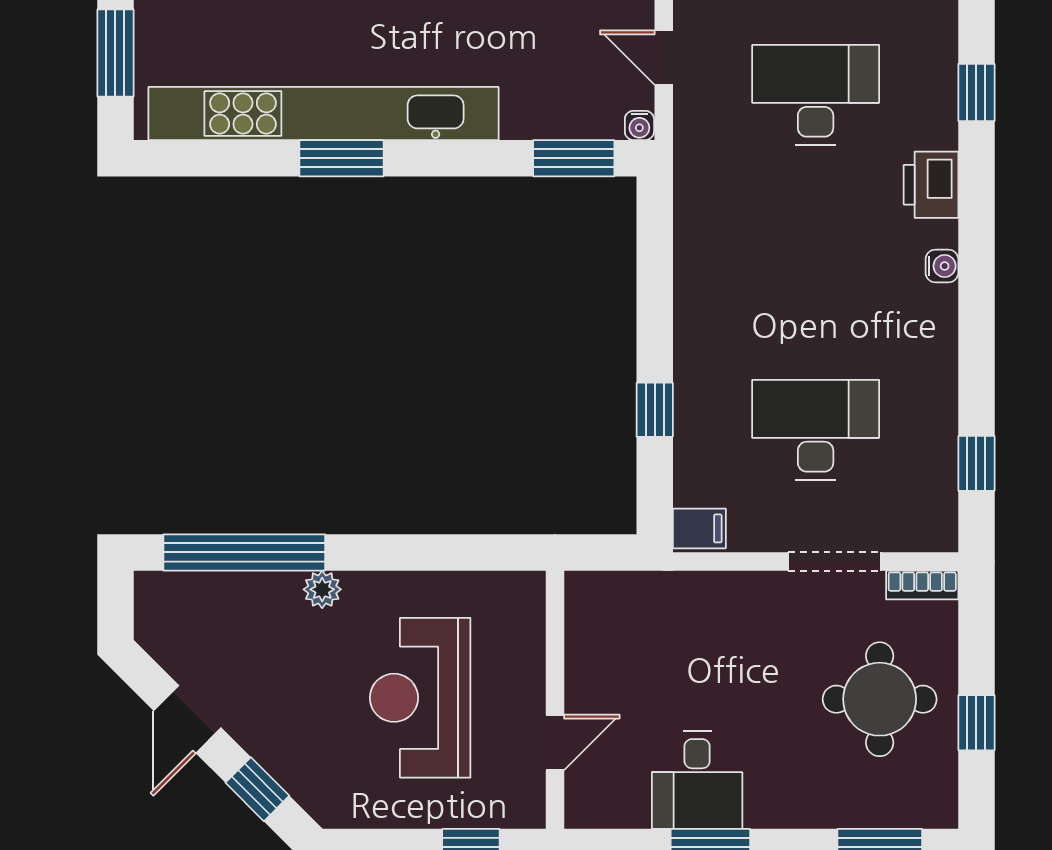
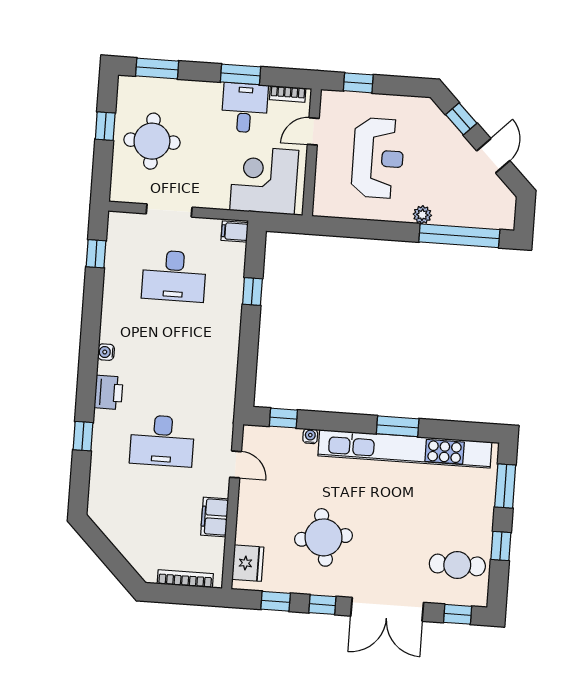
water cooler: (639, 125) -> (310, 436), moved
window: (574, 158) -> (283, 418), width x0.67
bookcase: (922, 585) -> (288, 94), moved, turned 180
corner desk: (647, 636) -> (264, 180), added

